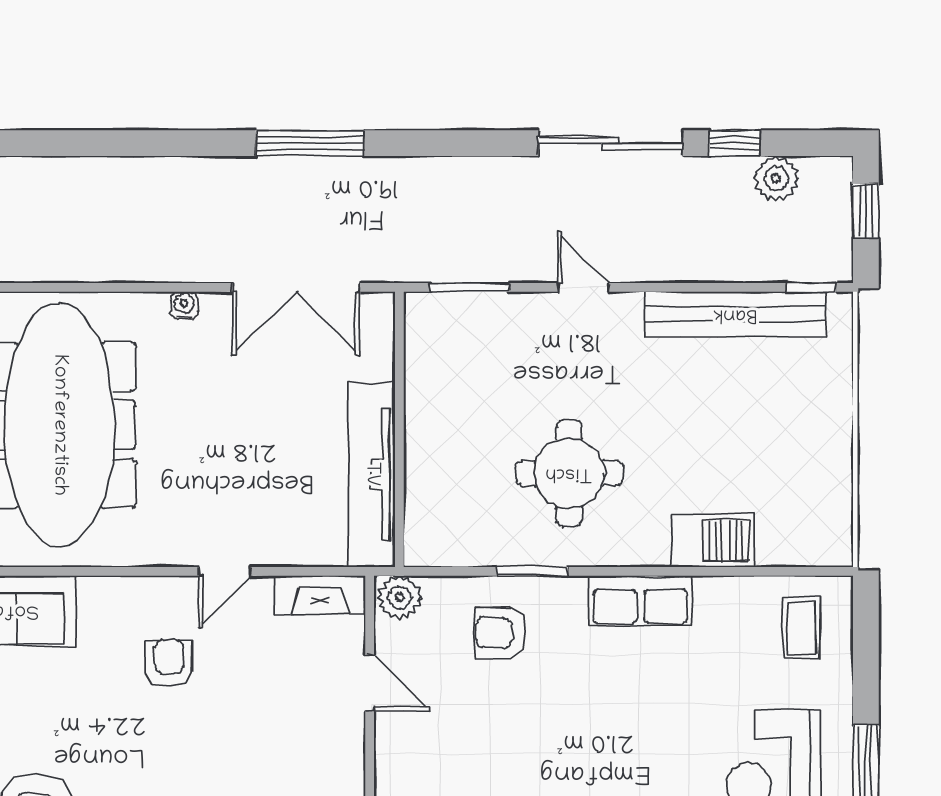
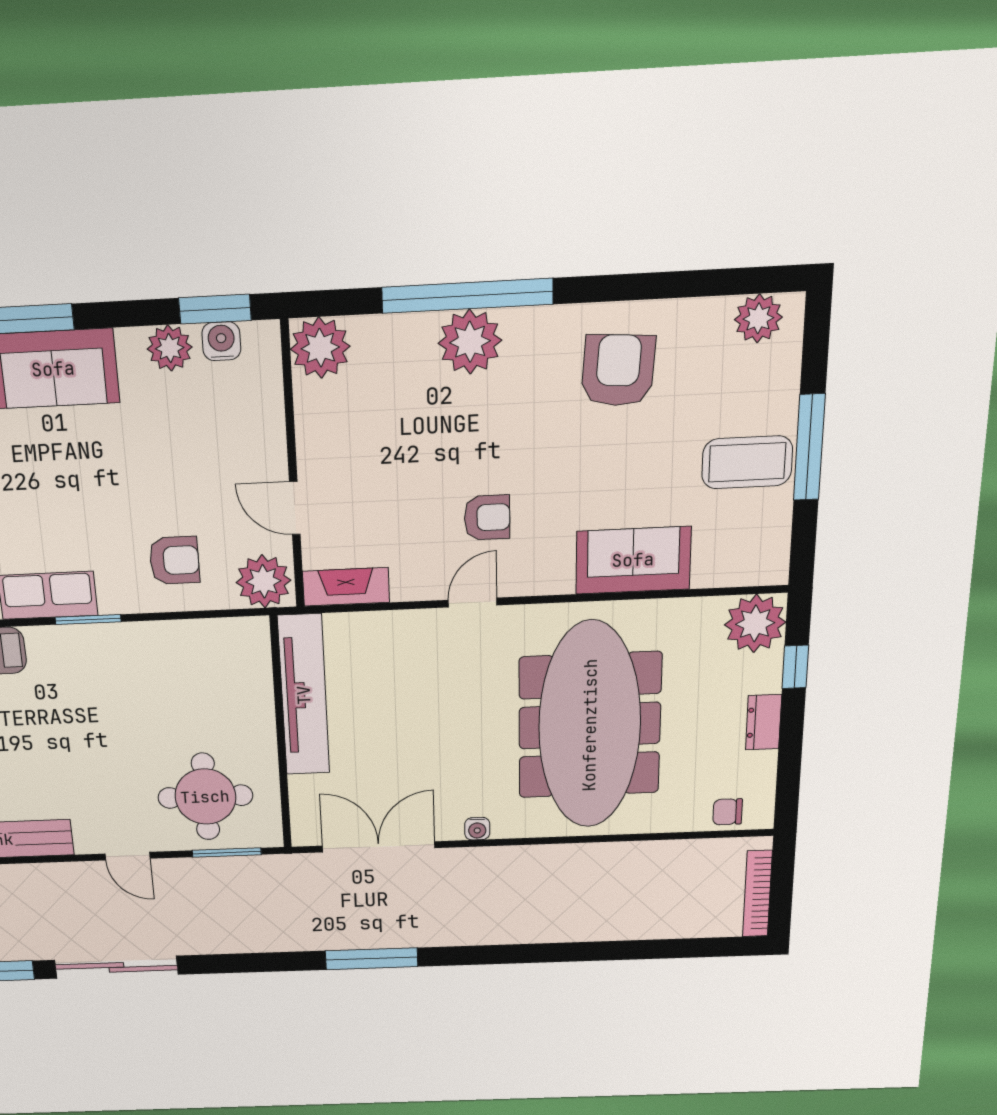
round table: (569, 473) -> (205, 797), moved
door: (225, 571) -> (473, 603), moved
window: (532, 571) -> (88, 620), moved
plant: (400, 597) -> (264, 581), width x1.36, depth x1.36
armchair: (169, 663) -> (487, 517), turned -90

